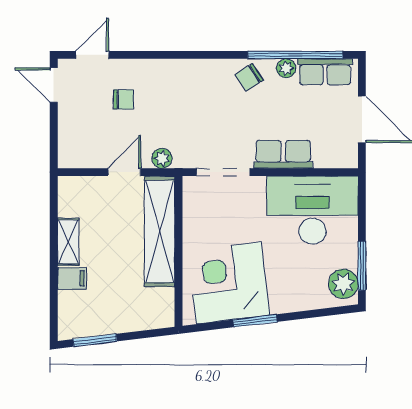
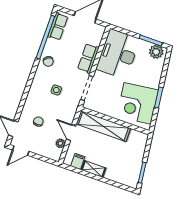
plant: (286, 68) -> (50, 43), removed
side table: (198, 113) -> (56, 90), added
plant: (162, 158) -> (60, 143), moved
filing cabinet: (72, 278) -> (78, 161), moved

